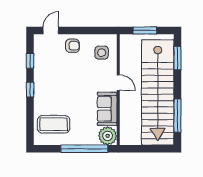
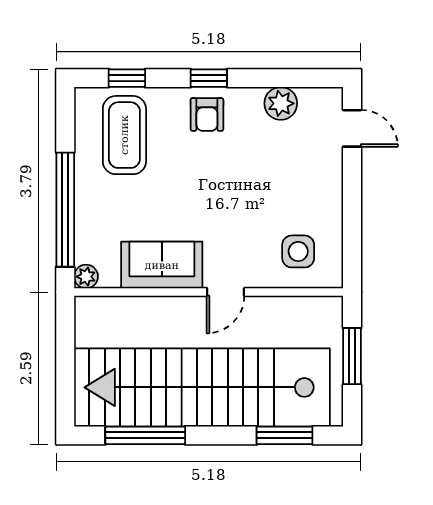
armchair: (72, 46) -> (207, 115), moved
plant: (40, 60) -> (281, 103), added
window: (30, 61) -> (127, 78), moved
plant: (108, 136) -> (86, 277), width x0.53, depth x0.53

